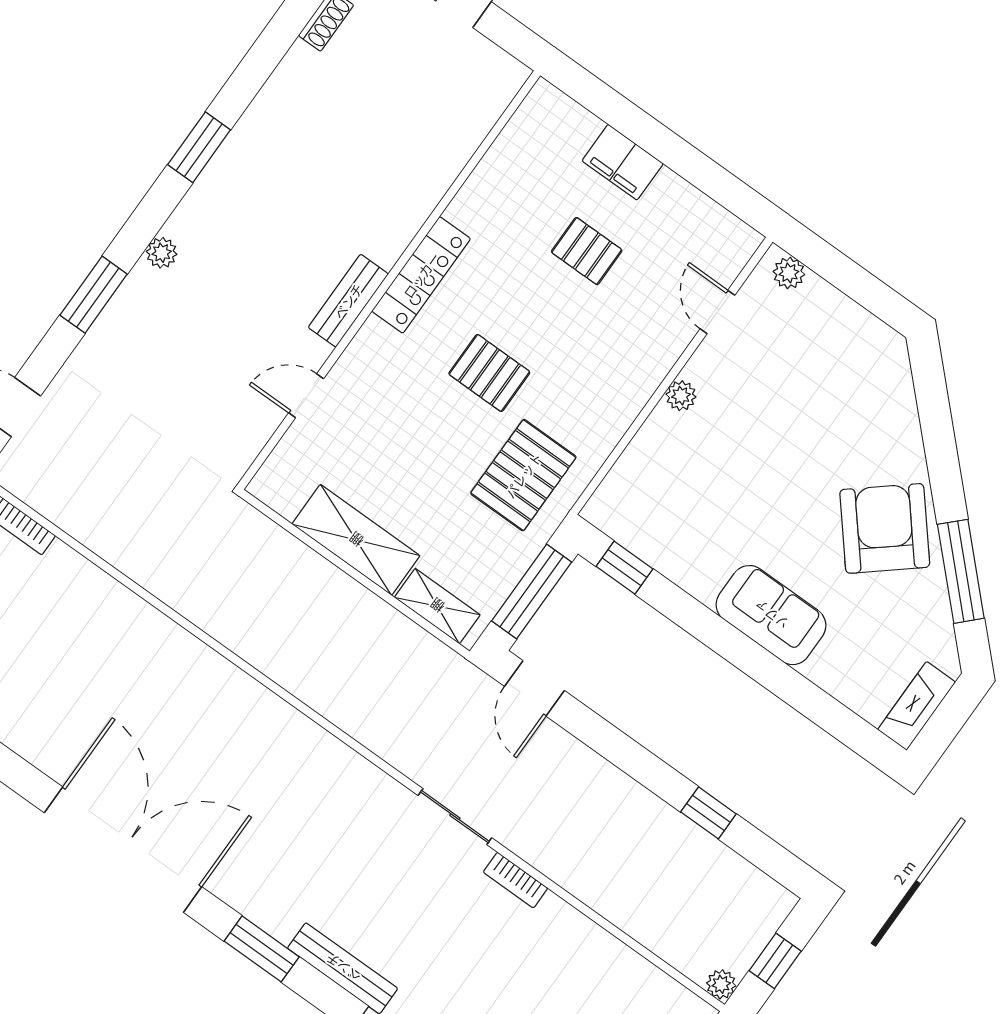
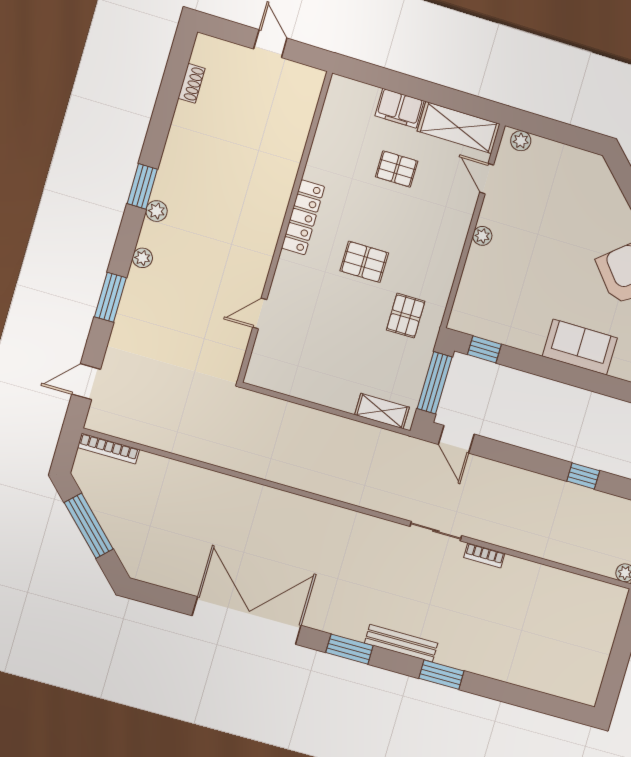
plant: (207, 191) -> (157, 211), added
bench: (348, 301) -> (265, 248), removed
pallet: (523, 475) -> (406, 316), width x0.67, depth x0.71
shelving: (356, 540) -> (459, 127), moved

